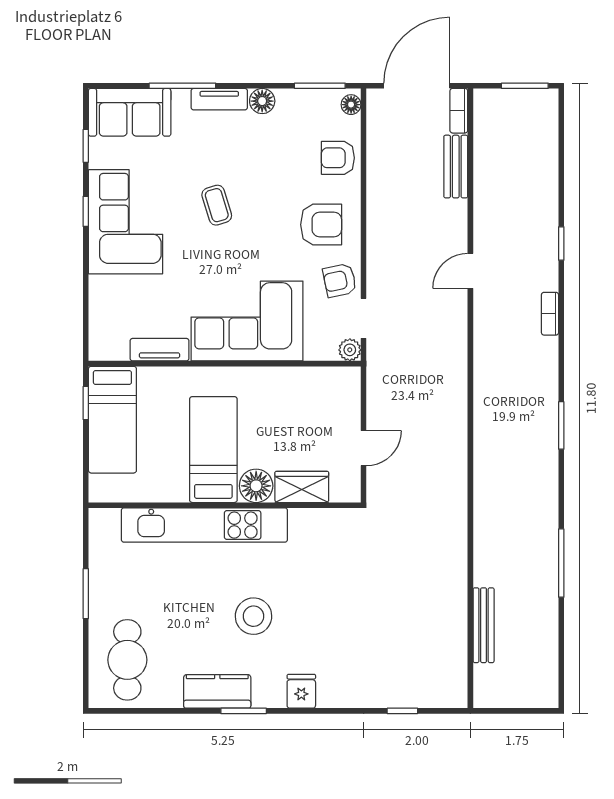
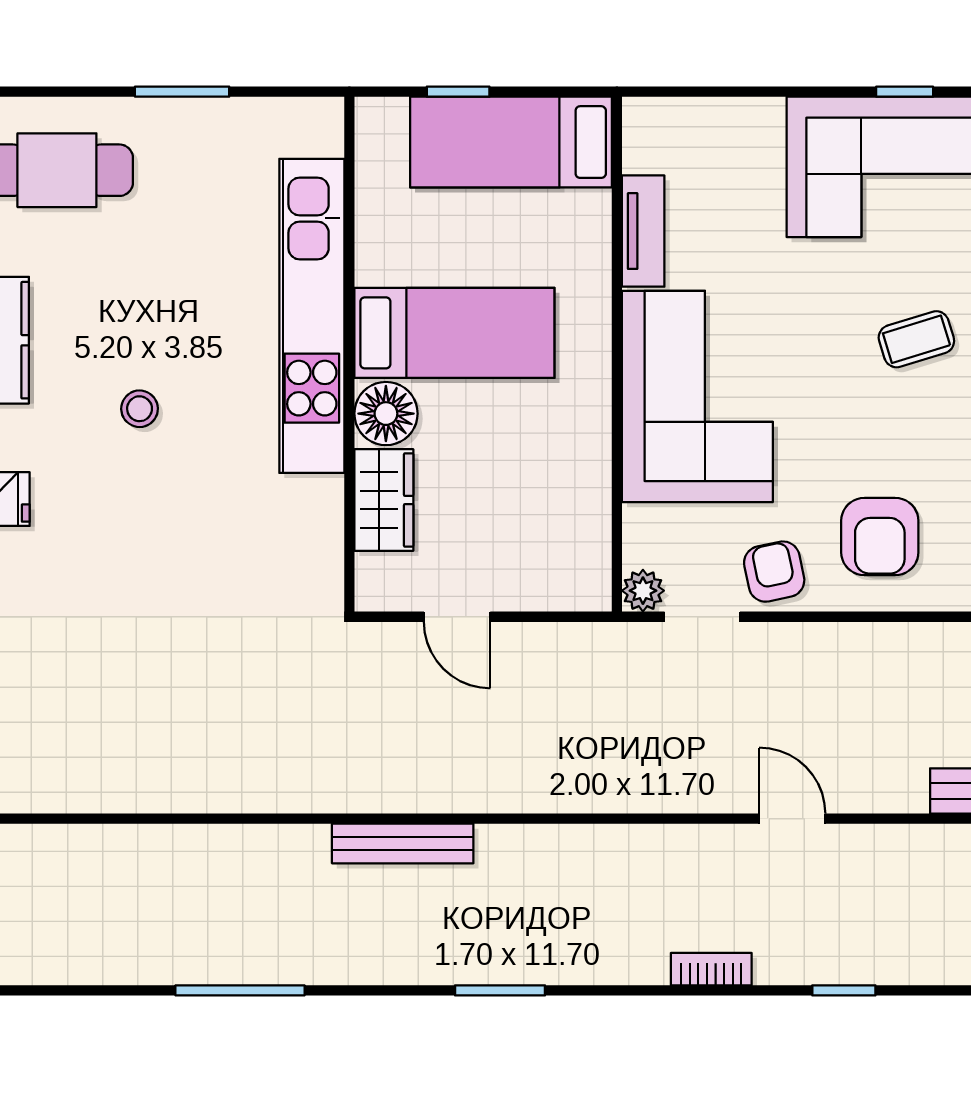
window: (86, 403) -> (458, 92), moved
stool: (254, 616) -> (140, 409), width x0.53, depth x0.53
bench: (484, 625) -> (403, 844), moved

